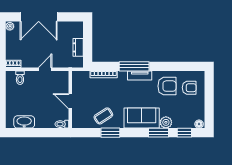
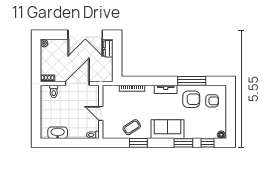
double door: (39, 17) -> (85, 35), moved
dresser: (78, 47) -> (108, 49), moved
window: (134, 66) -> (192, 81), moved
door: (45, 69) -> (77, 83), width x1.88
plant: (166, 122) -> (190, 133), removed

